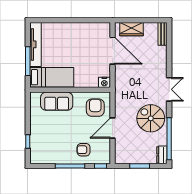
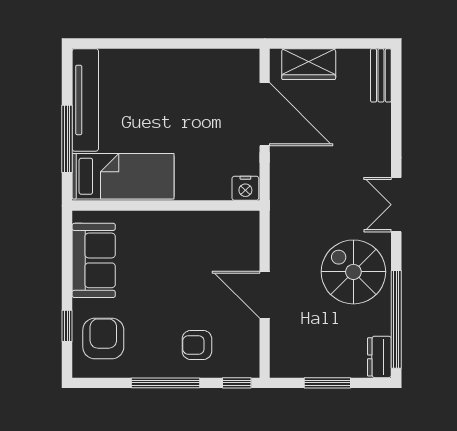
double door: (169, 89) -> (396, 205), swing flipped
sofa: (57, 101) -> (94, 260), moved, turned -90
armchair: (95, 108) -> (103, 338), moved
door: (113, 128) -> (265, 295), hinge flipped

